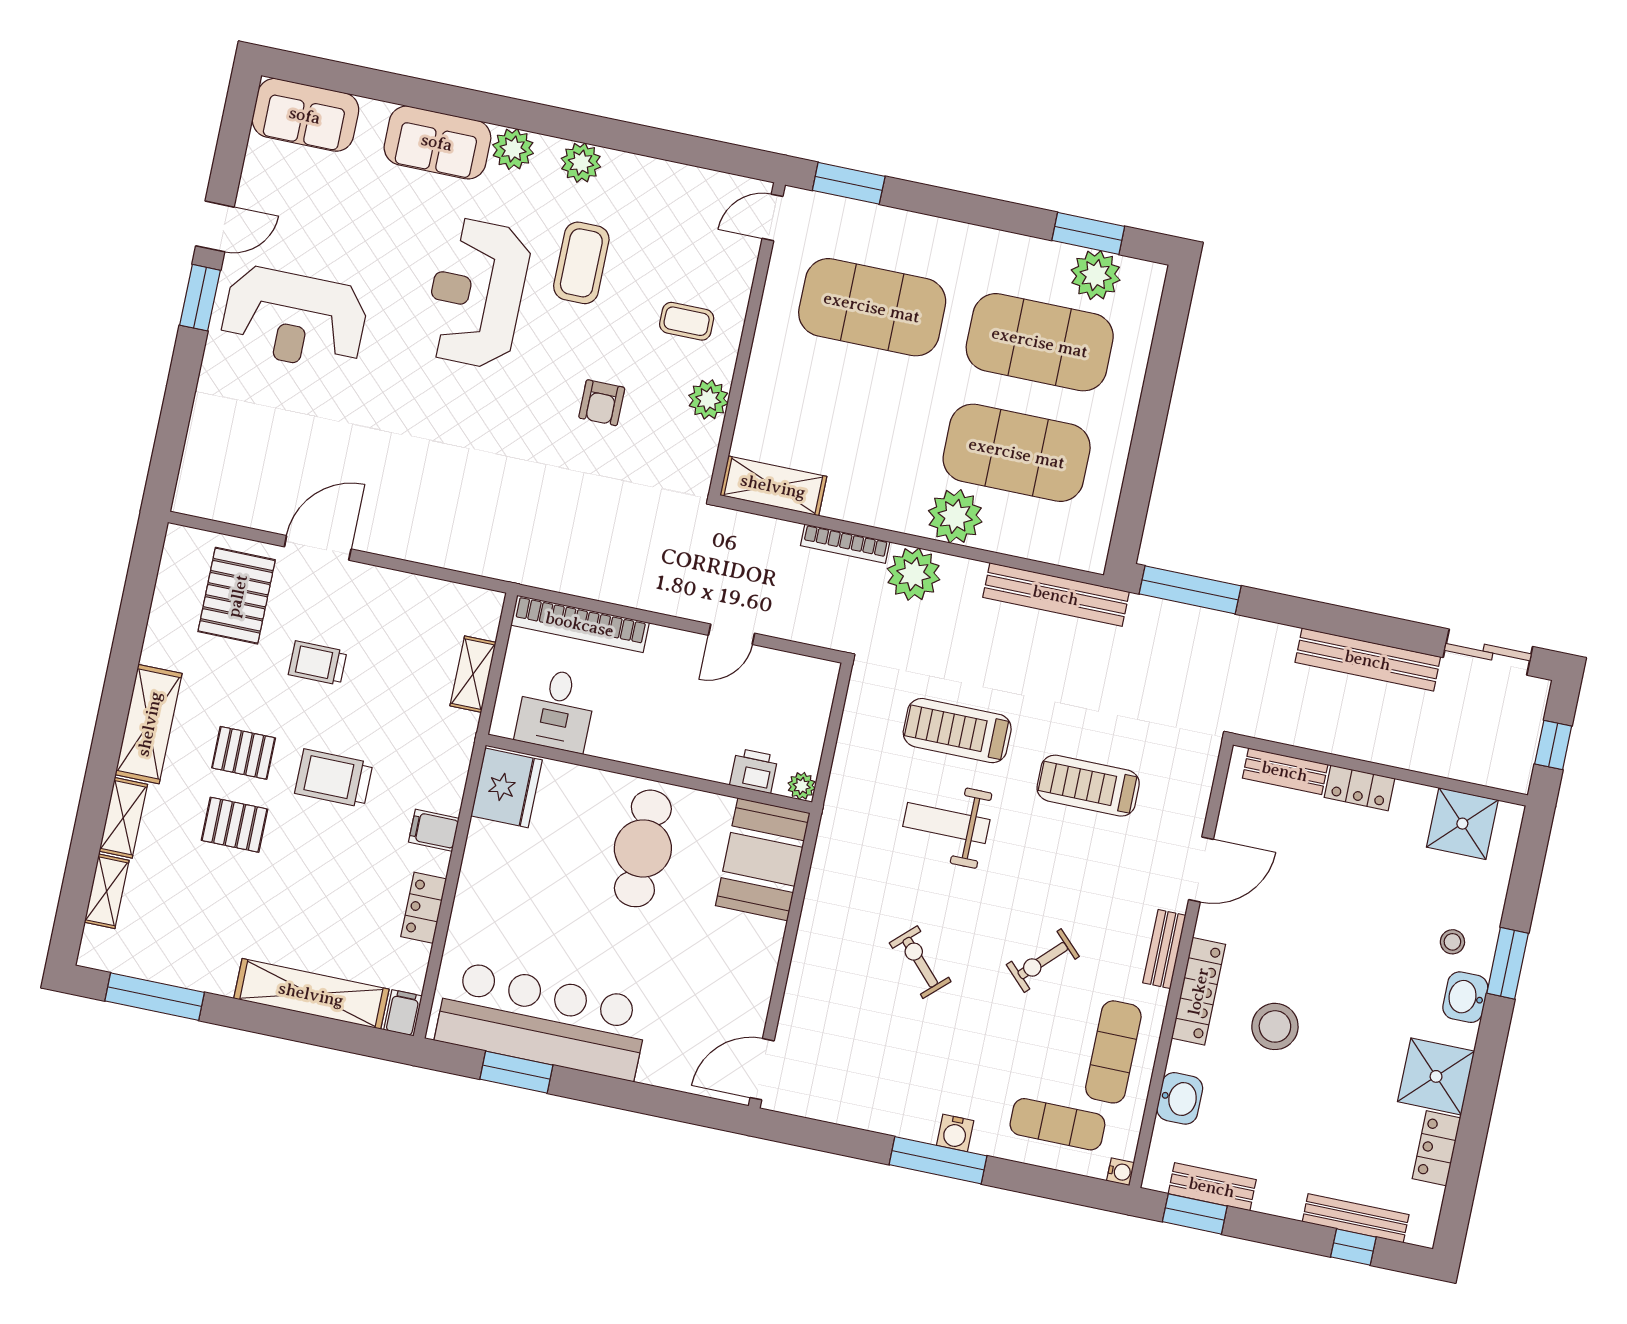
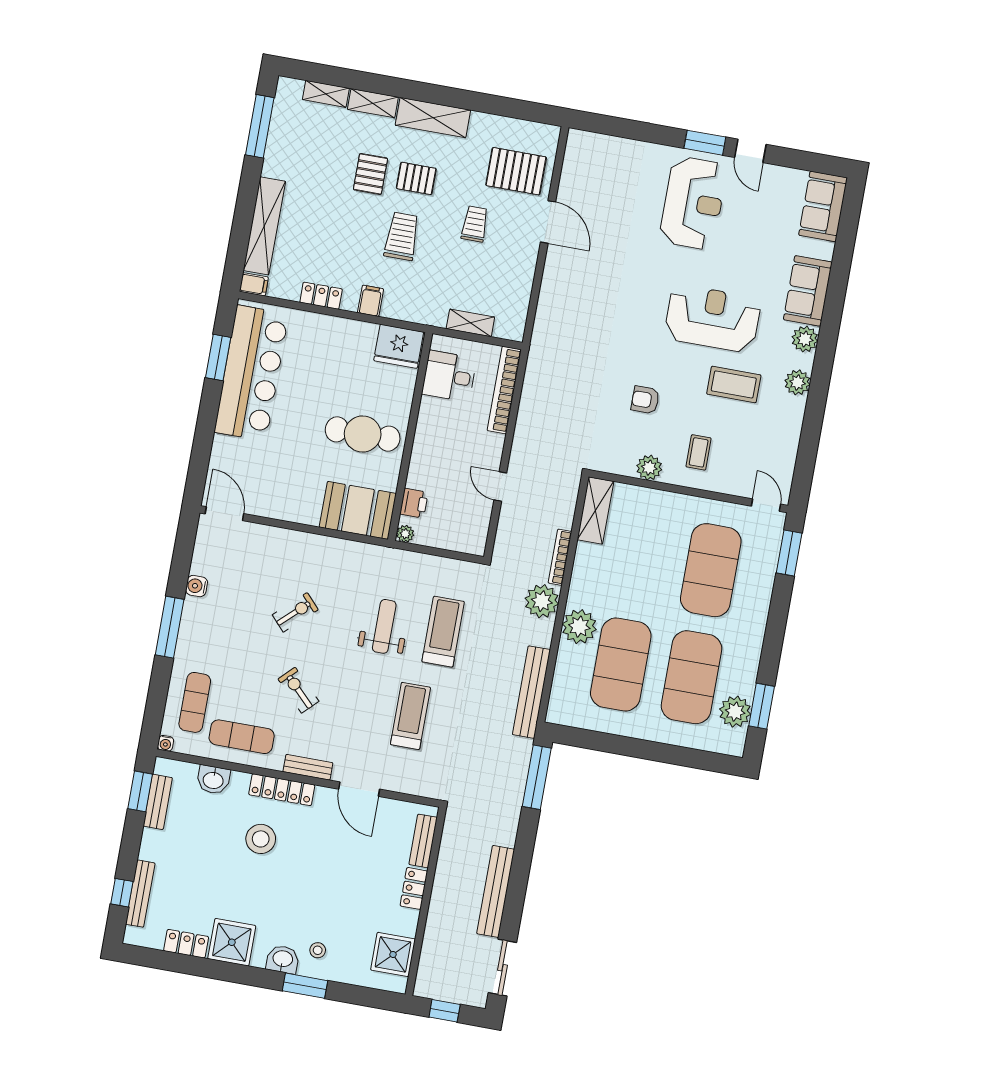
reception desk: (294, 319) -> (693, 203), turned 180
pallet: (244, 753) -> (416, 178), turned 90
water cooler: (955, 1133) -> (197, 586), moved

